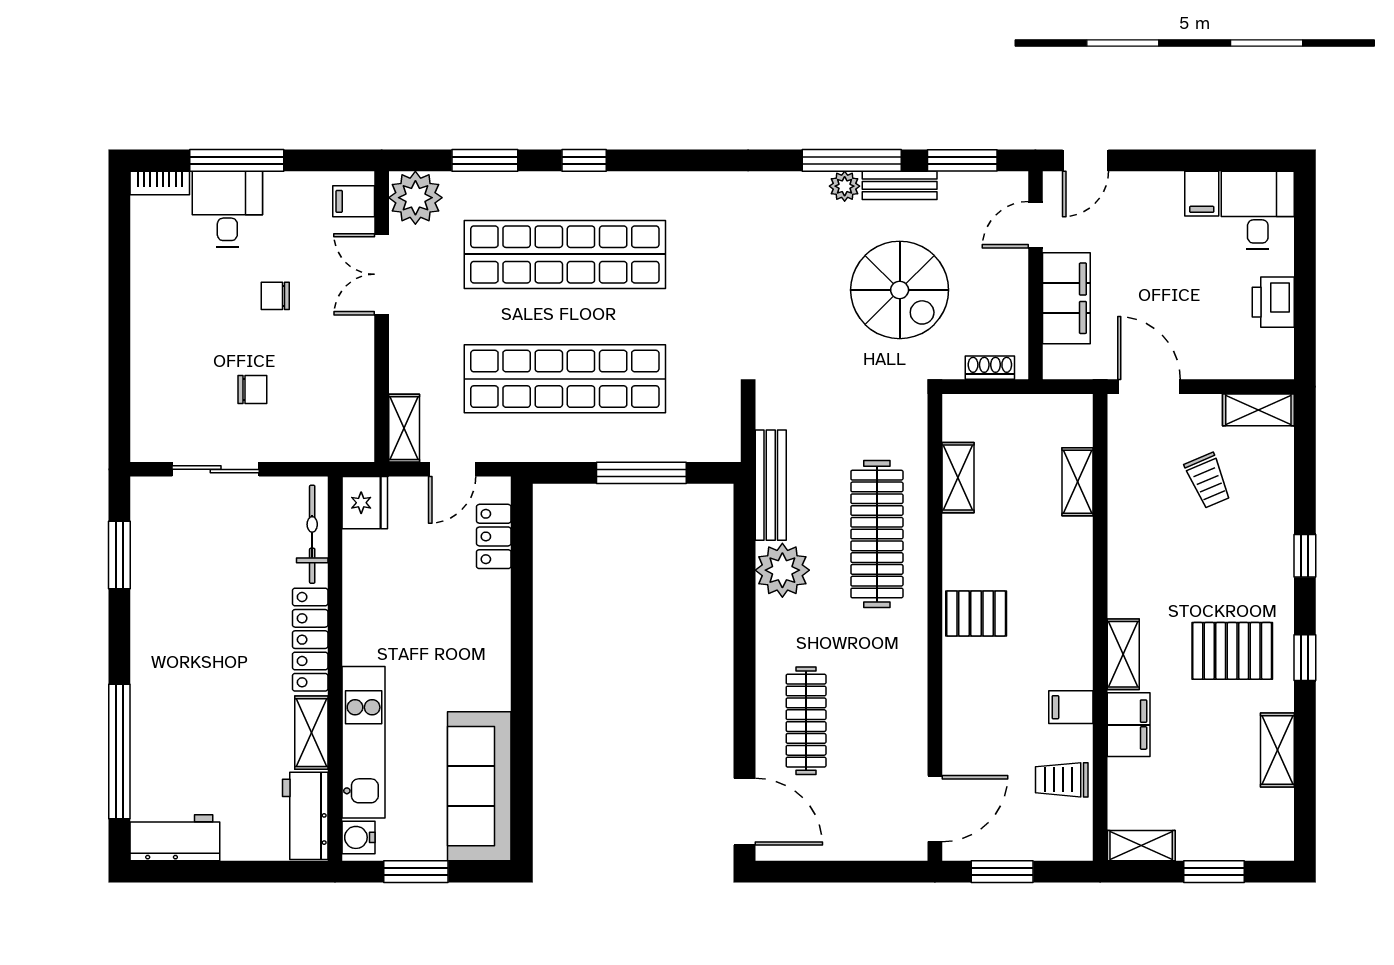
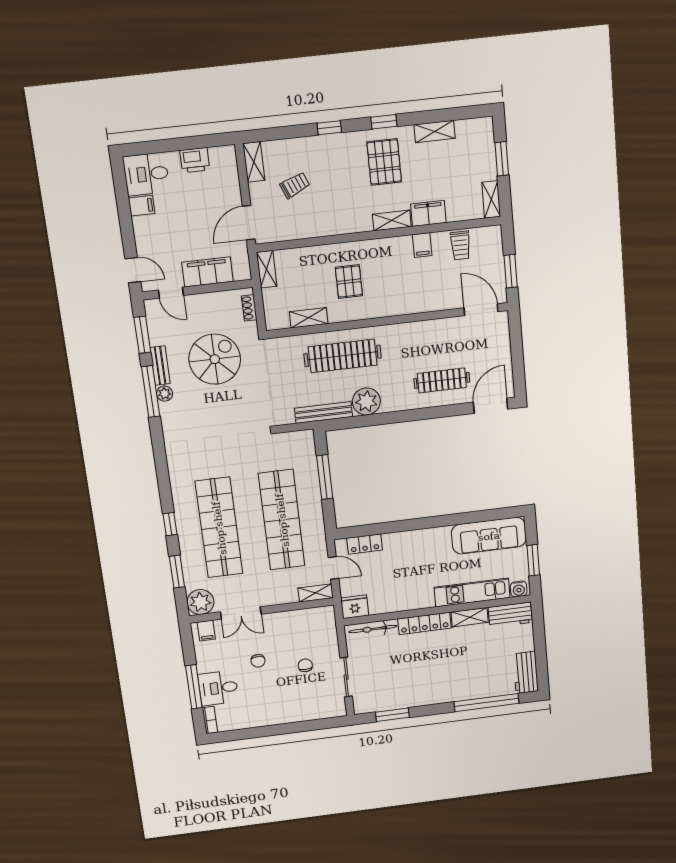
shelving: (1078, 482) -> (267, 269), moved, turned 90
pallet: (976, 613) -> (349, 282), moved

